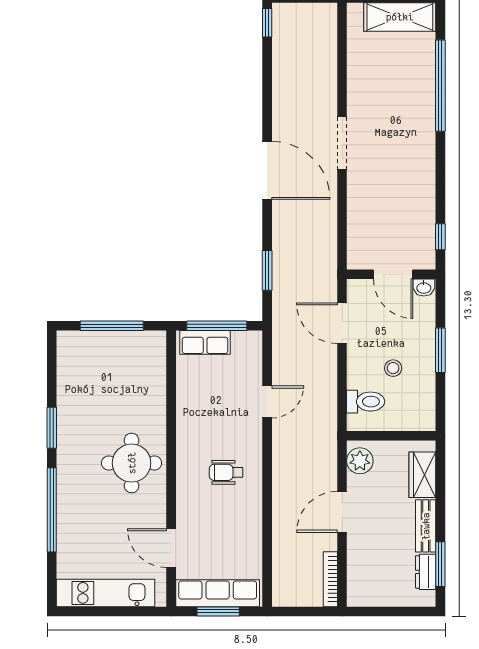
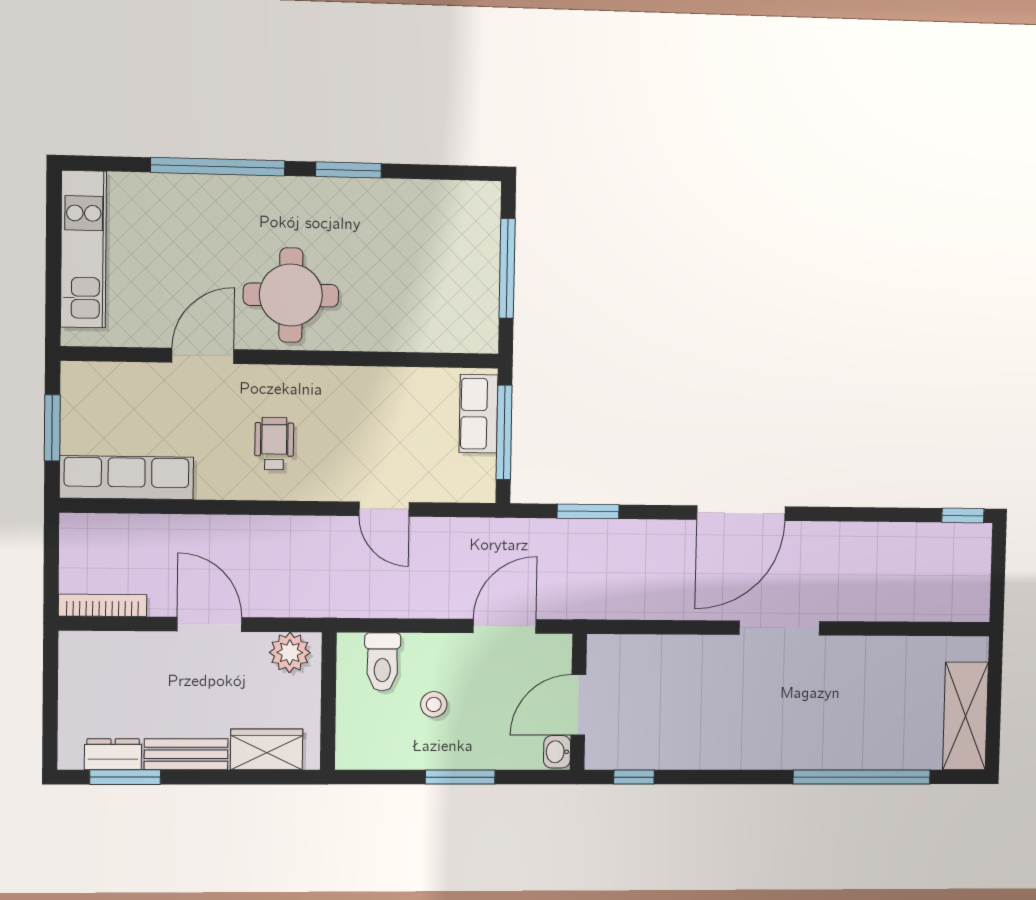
door: (171, 548) -> (203, 356), moved
row of seats: (218, 593) -> (126, 478), moved, turned -90

